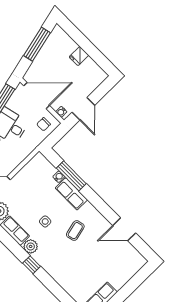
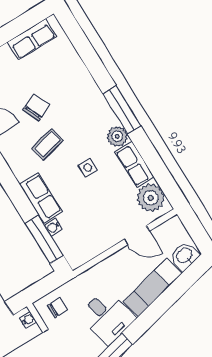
window: (71, 176) -> (44, 239), moved
chair: (88, 253) -> (36, 107), added
window: (32, 265) -> (122, 110), width x2.17

